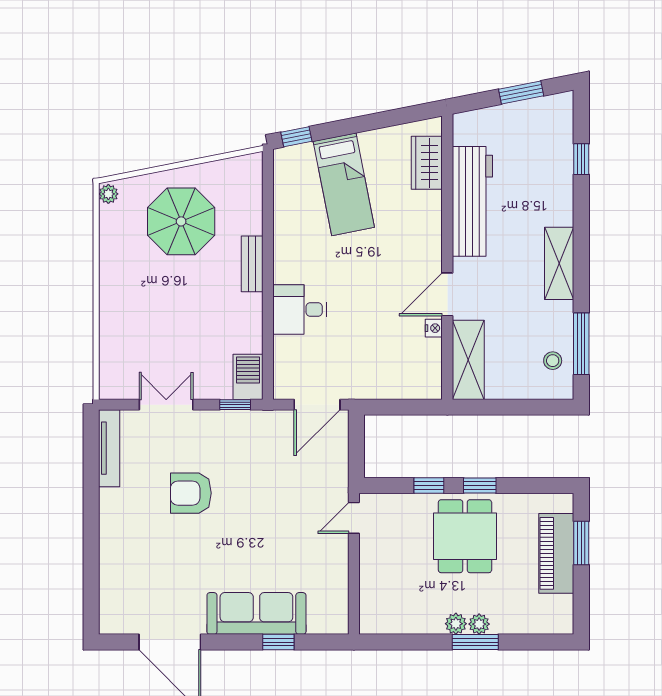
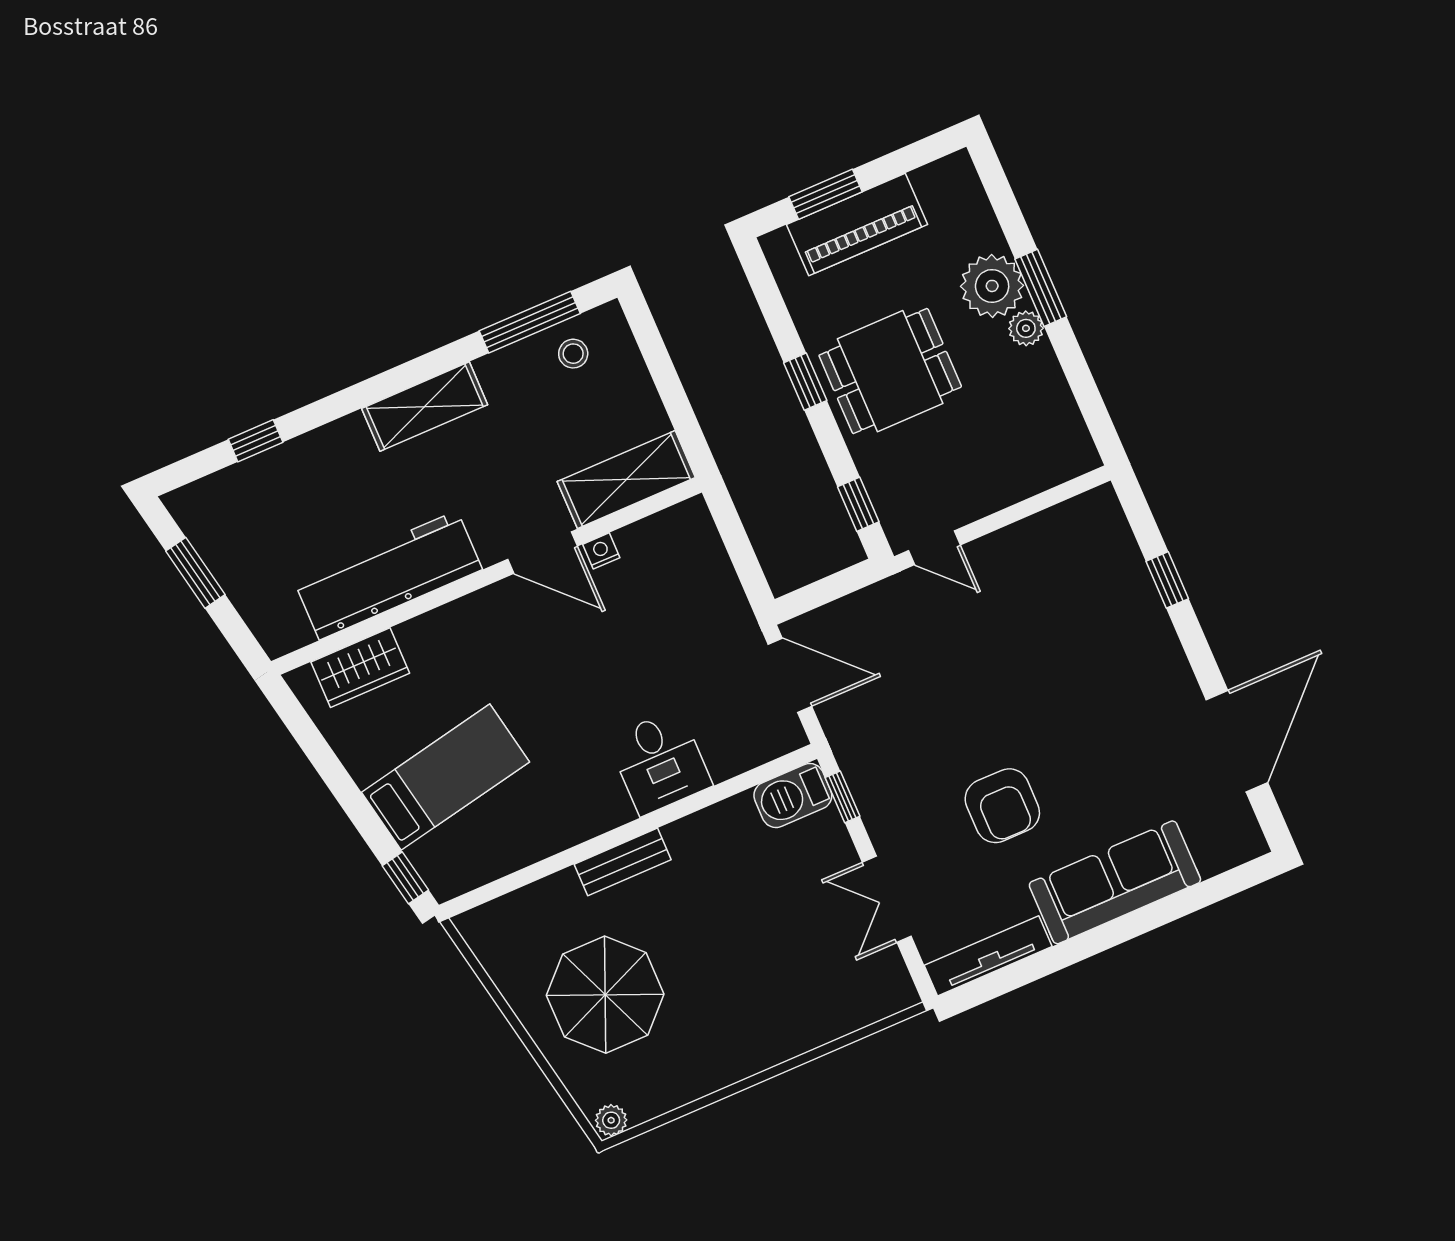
window: (429, 485) -> (858, 504), moved
sofa: (256, 613) -> (1115, 882), moved, turned 90
plant: (479, 624) -> (992, 286), width x1.87, depth x1.87

